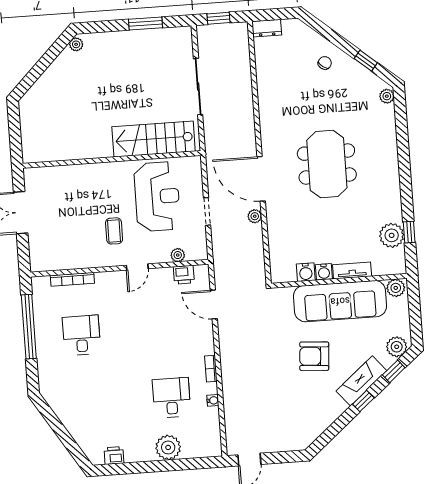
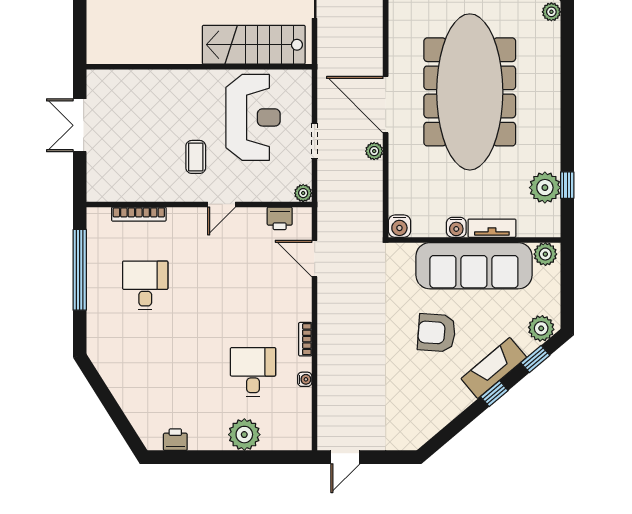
meeting table: (327, 164) -> (470, 92), width x1.86, depth x1.27
plant: (178, 255) -> (303, 193), moved
water cooler: (306, 272) -> (399, 226), moved

